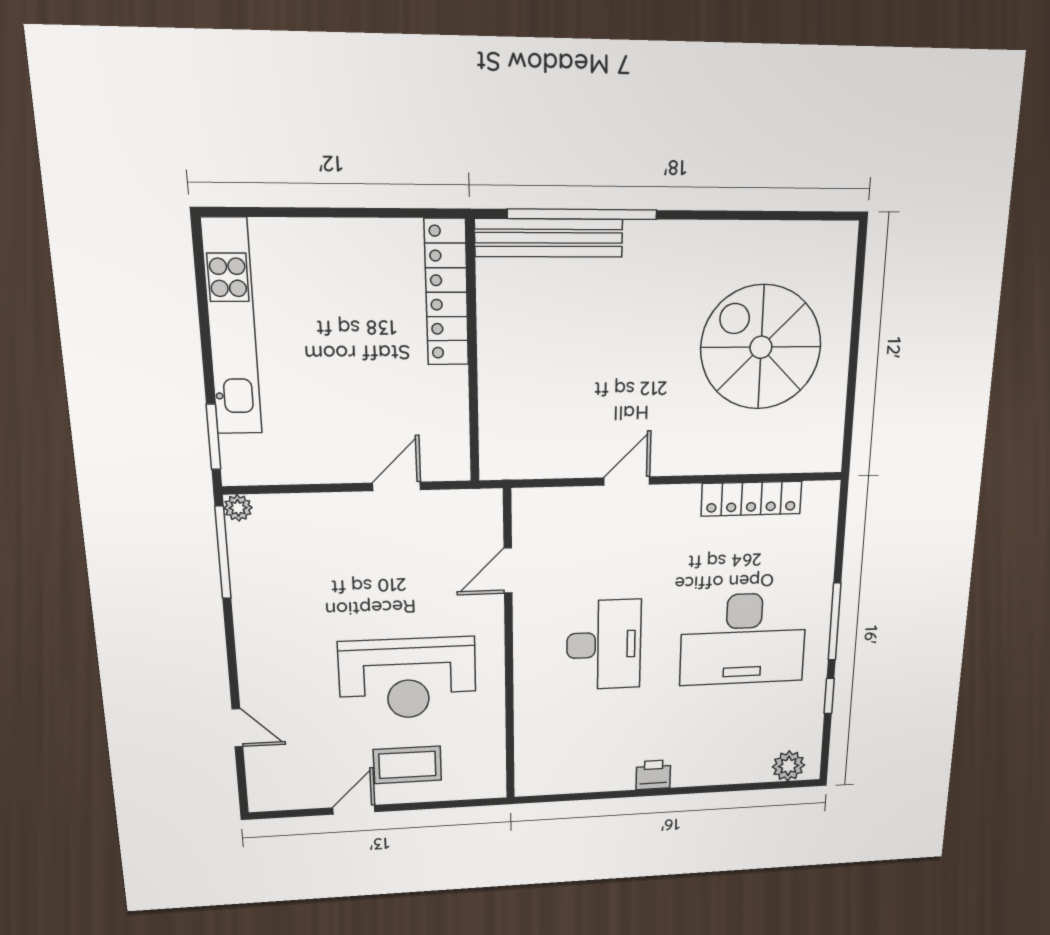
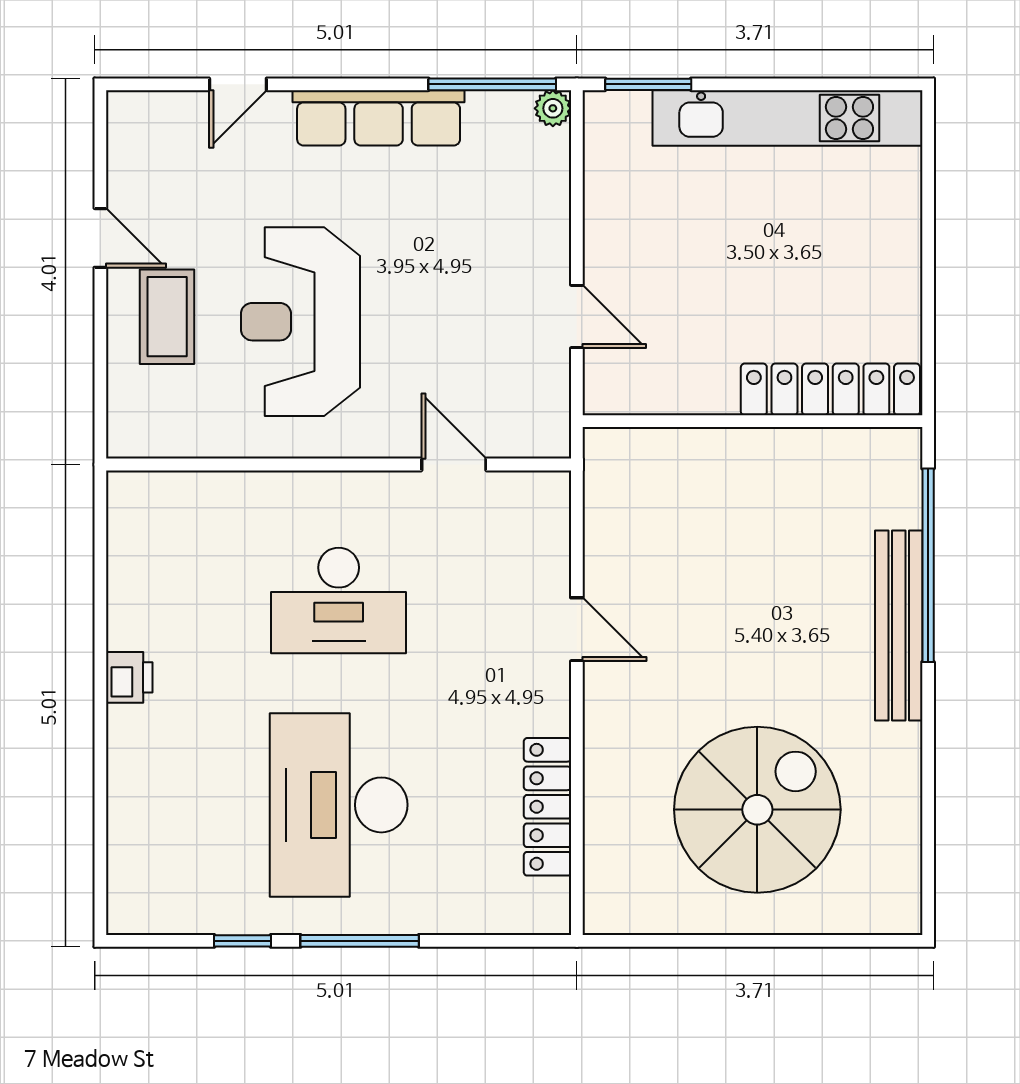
bench: (549, 238) -> (899, 625), moved
row of seats: (255, 632) -> (379, 118), added
plant: (788, 766) -> (131, 885), removed

